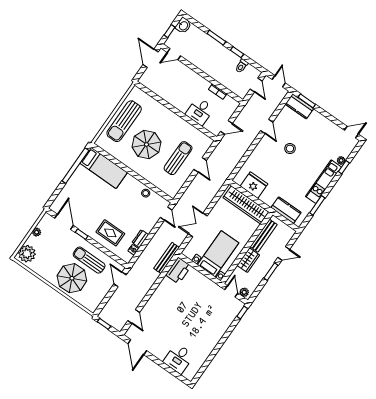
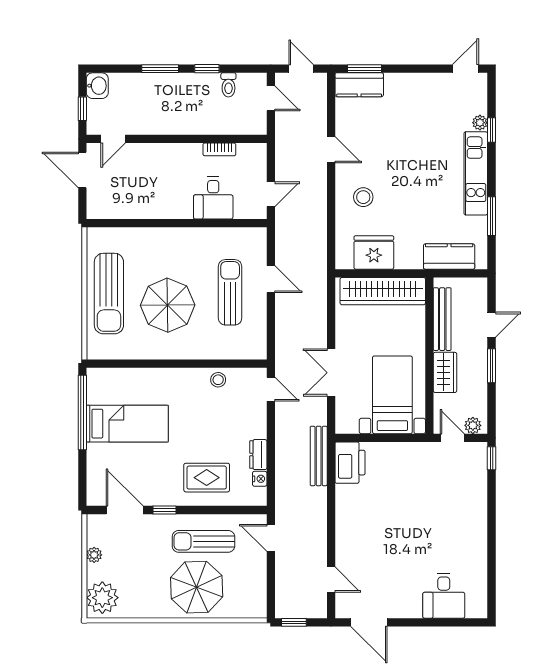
stool: (290, 149) -> (363, 197), moved
bed: (104, 168) -> (127, 424), moved

